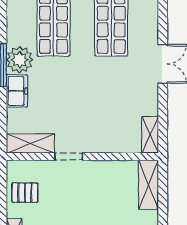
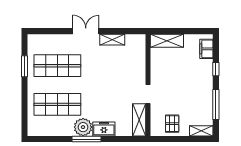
shelving: (150, 135) -> (112, 40), moved

